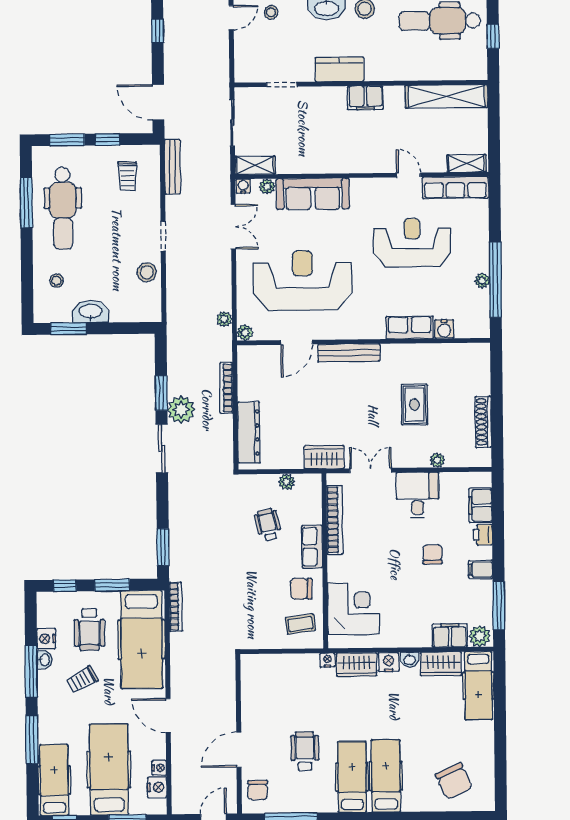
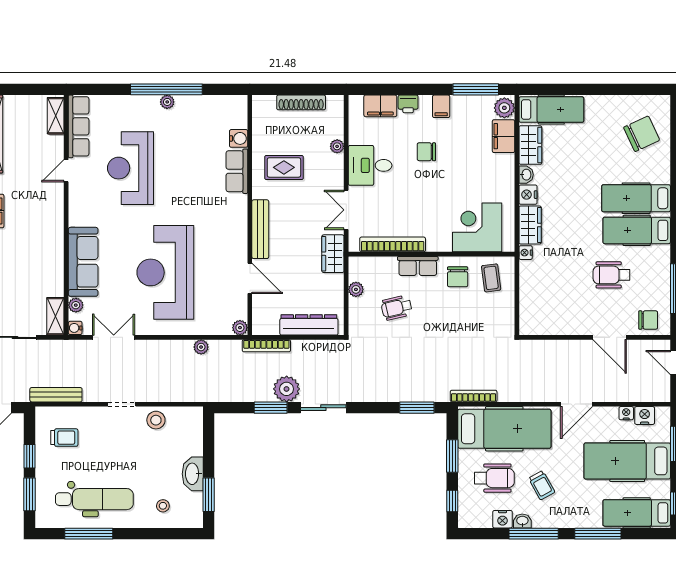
row of seats: (410, 328) -> (237, 171), moved
water cooler: (444, 329) -> (239, 138), moved
plant: (245, 332) -> (240, 328), moved
door: (297, 342) -> (250, 278), moved
wall: (364, 342) -> (250, 215), moved
bench: (349, 353) -> (260, 229), moved

